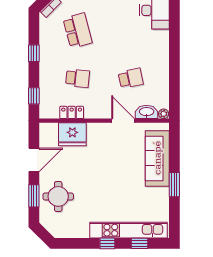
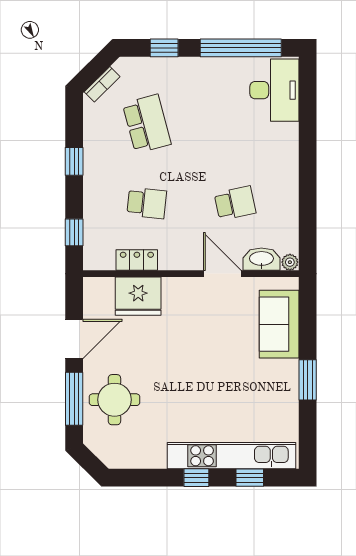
sofa: (157, 158) -> (279, 324), width x0.73
window: (34, 196) -> (74, 399), width x1.44

